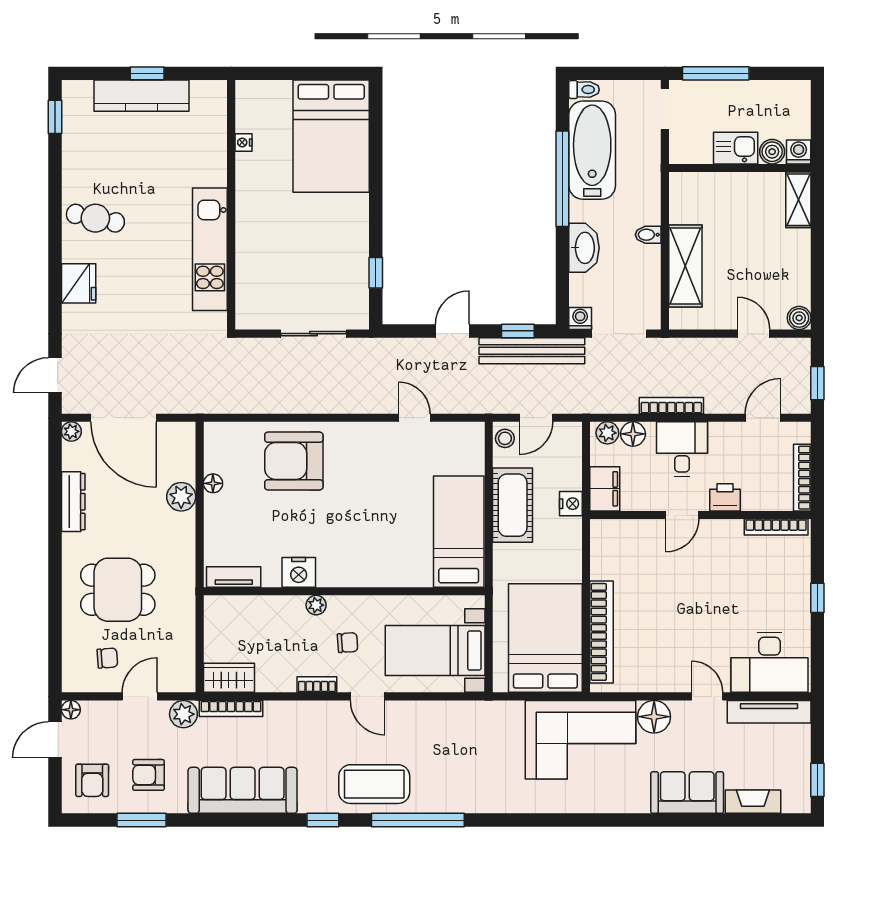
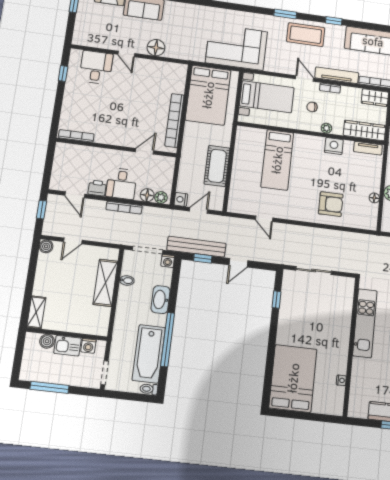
window: (716, 73) -> (49, 387), moved
washing machine: (799, 152) -> (88, 346), moved
bidet: (648, 235) -> (127, 280), moved
door: (754, 334) -> (73, 241), hinge flipped
door: (763, 418) -> (75, 195), hinge flipped
stool: (505, 438) -> (217, 202), removed
armchair: (294, 461) -> (331, 204), width x0.73, depth x0.73
bookcase: (802, 478) -> (58, 160), removed
filing cabinet: (605, 489) -> (166, 168), removed
printer: (725, 497) -> (97, 188), moved, turned 180
nightstand: (571, 504) -> (181, 199), moved
door: (682, 515) -> (145, 151), moved
bed: (459, 532) -> (277, 160), moved
window: (817, 598) -> (63, 73), moved
wardrobe: (243, 611) -> (364, 130), added
bookcase: (602, 632) -> (174, 120), moved
desk: (770, 662) -> (96, 67), width x0.73
tv unit: (769, 712) -> (337, 75), moved
corner sofa: (580, 740) -> (236, 47), moved
window: (418, 820) -> (285, 14), width x0.47

